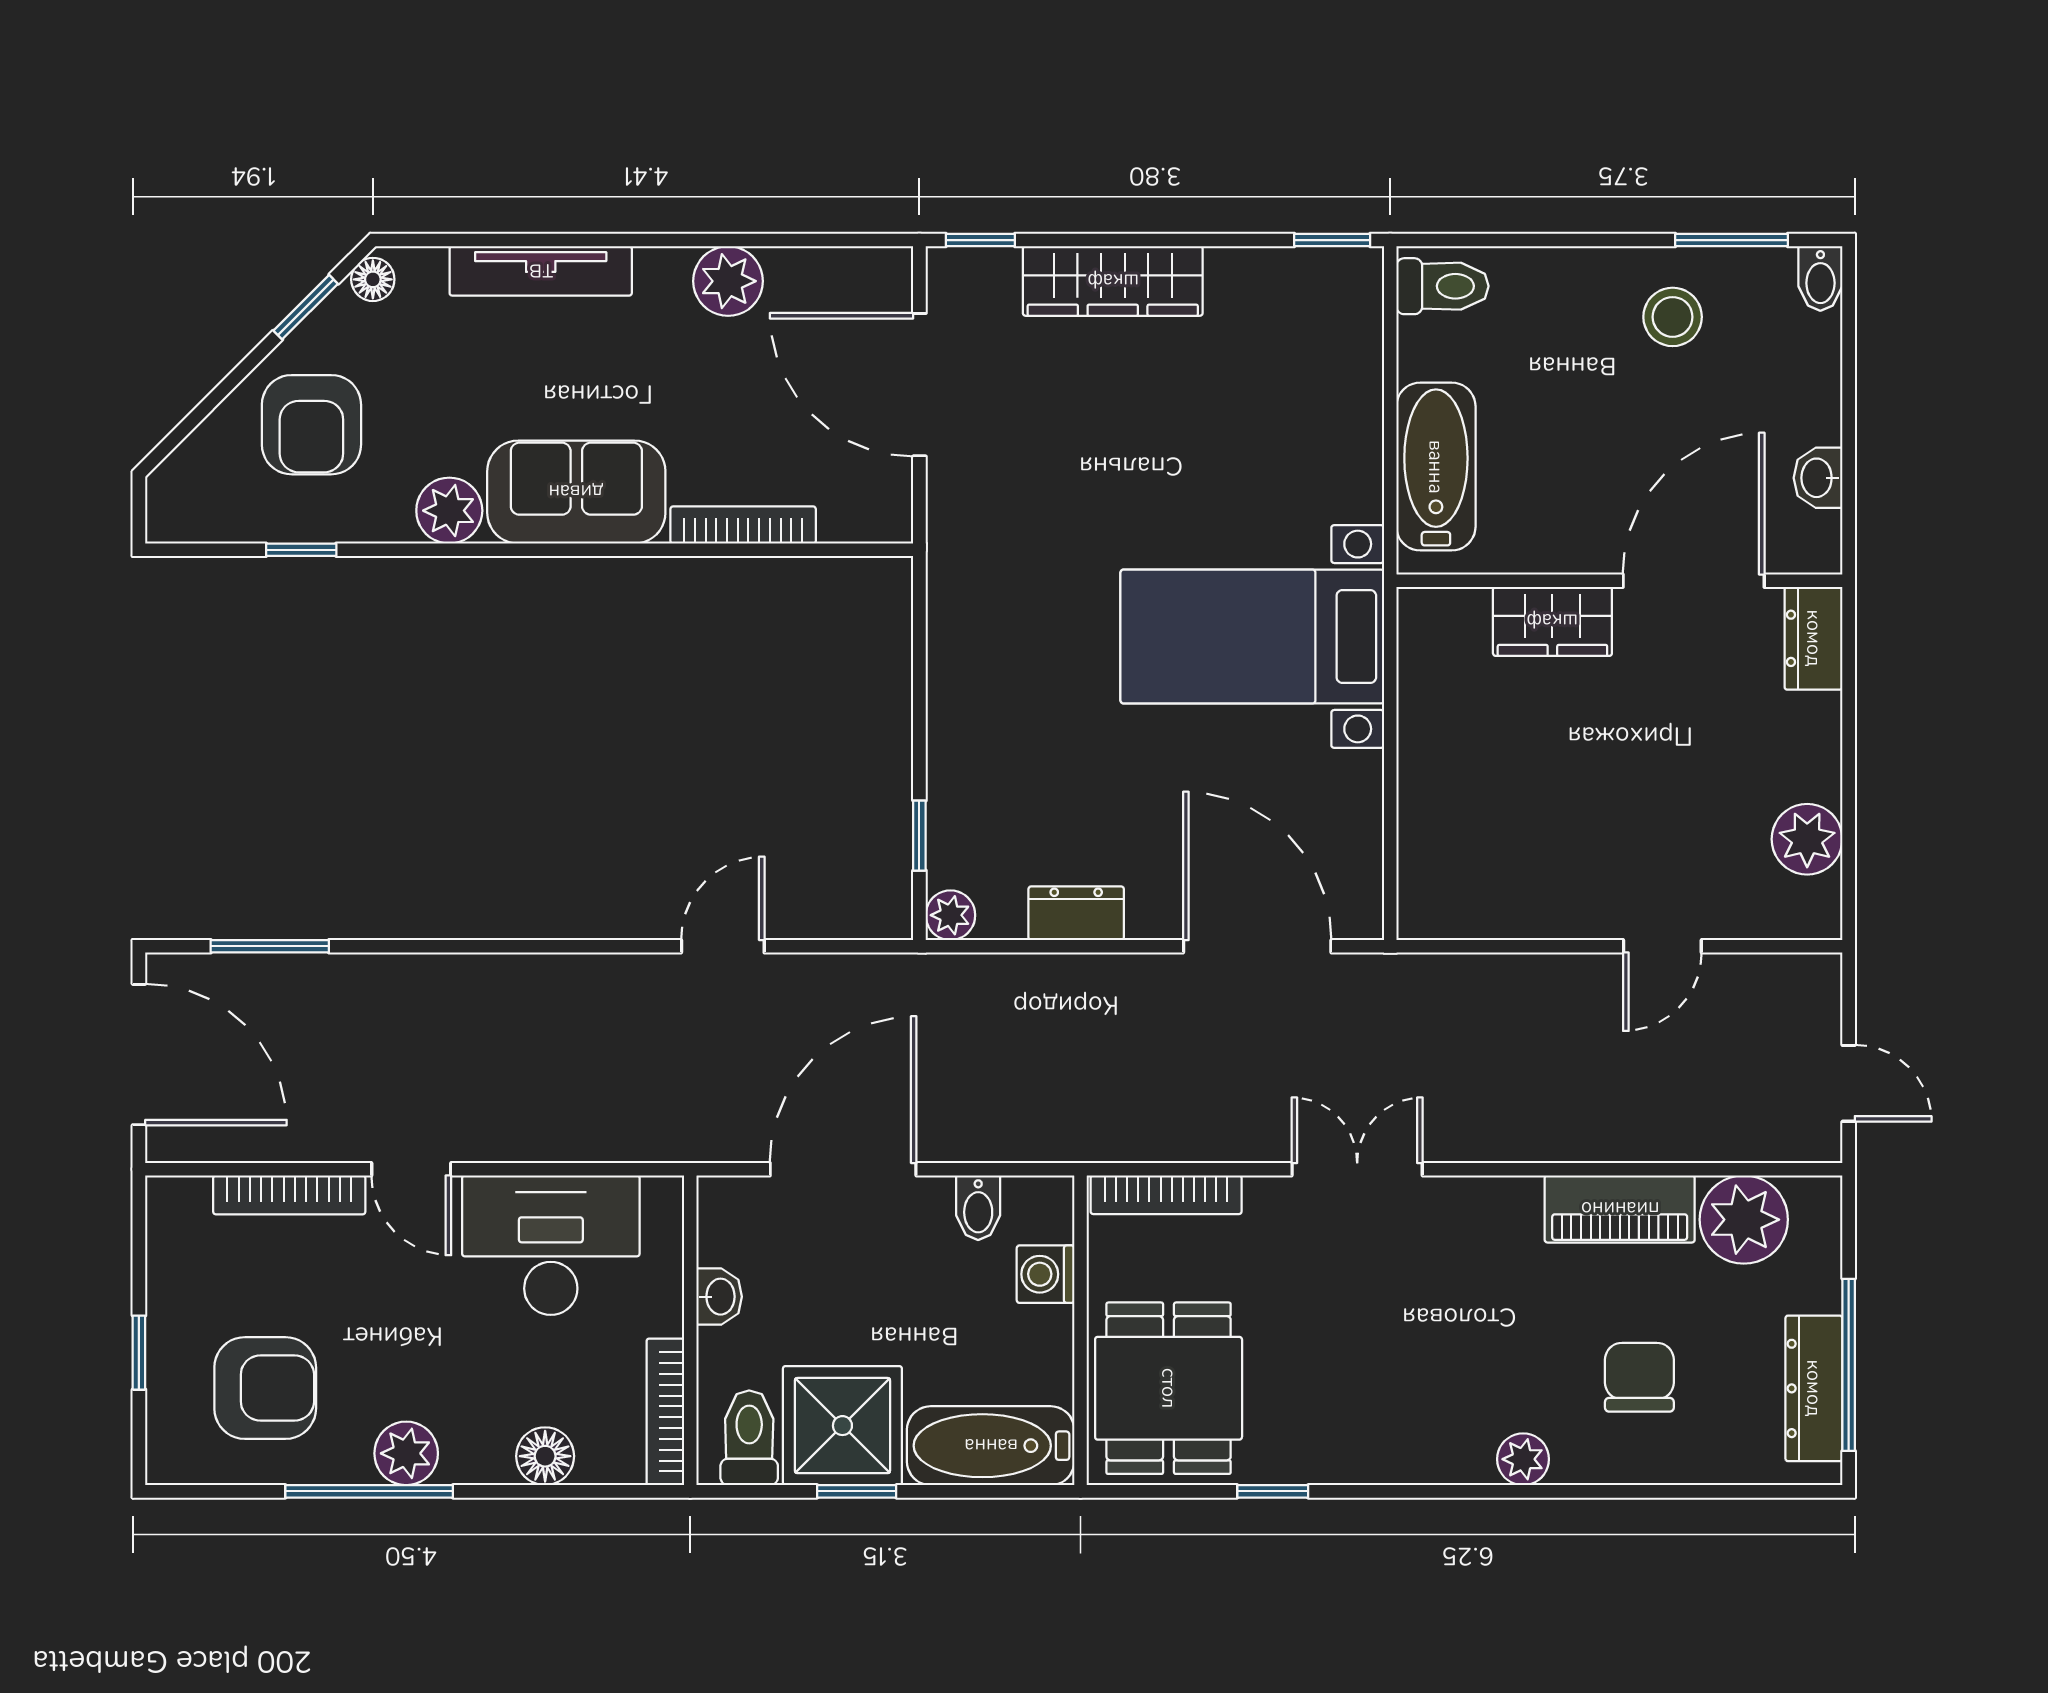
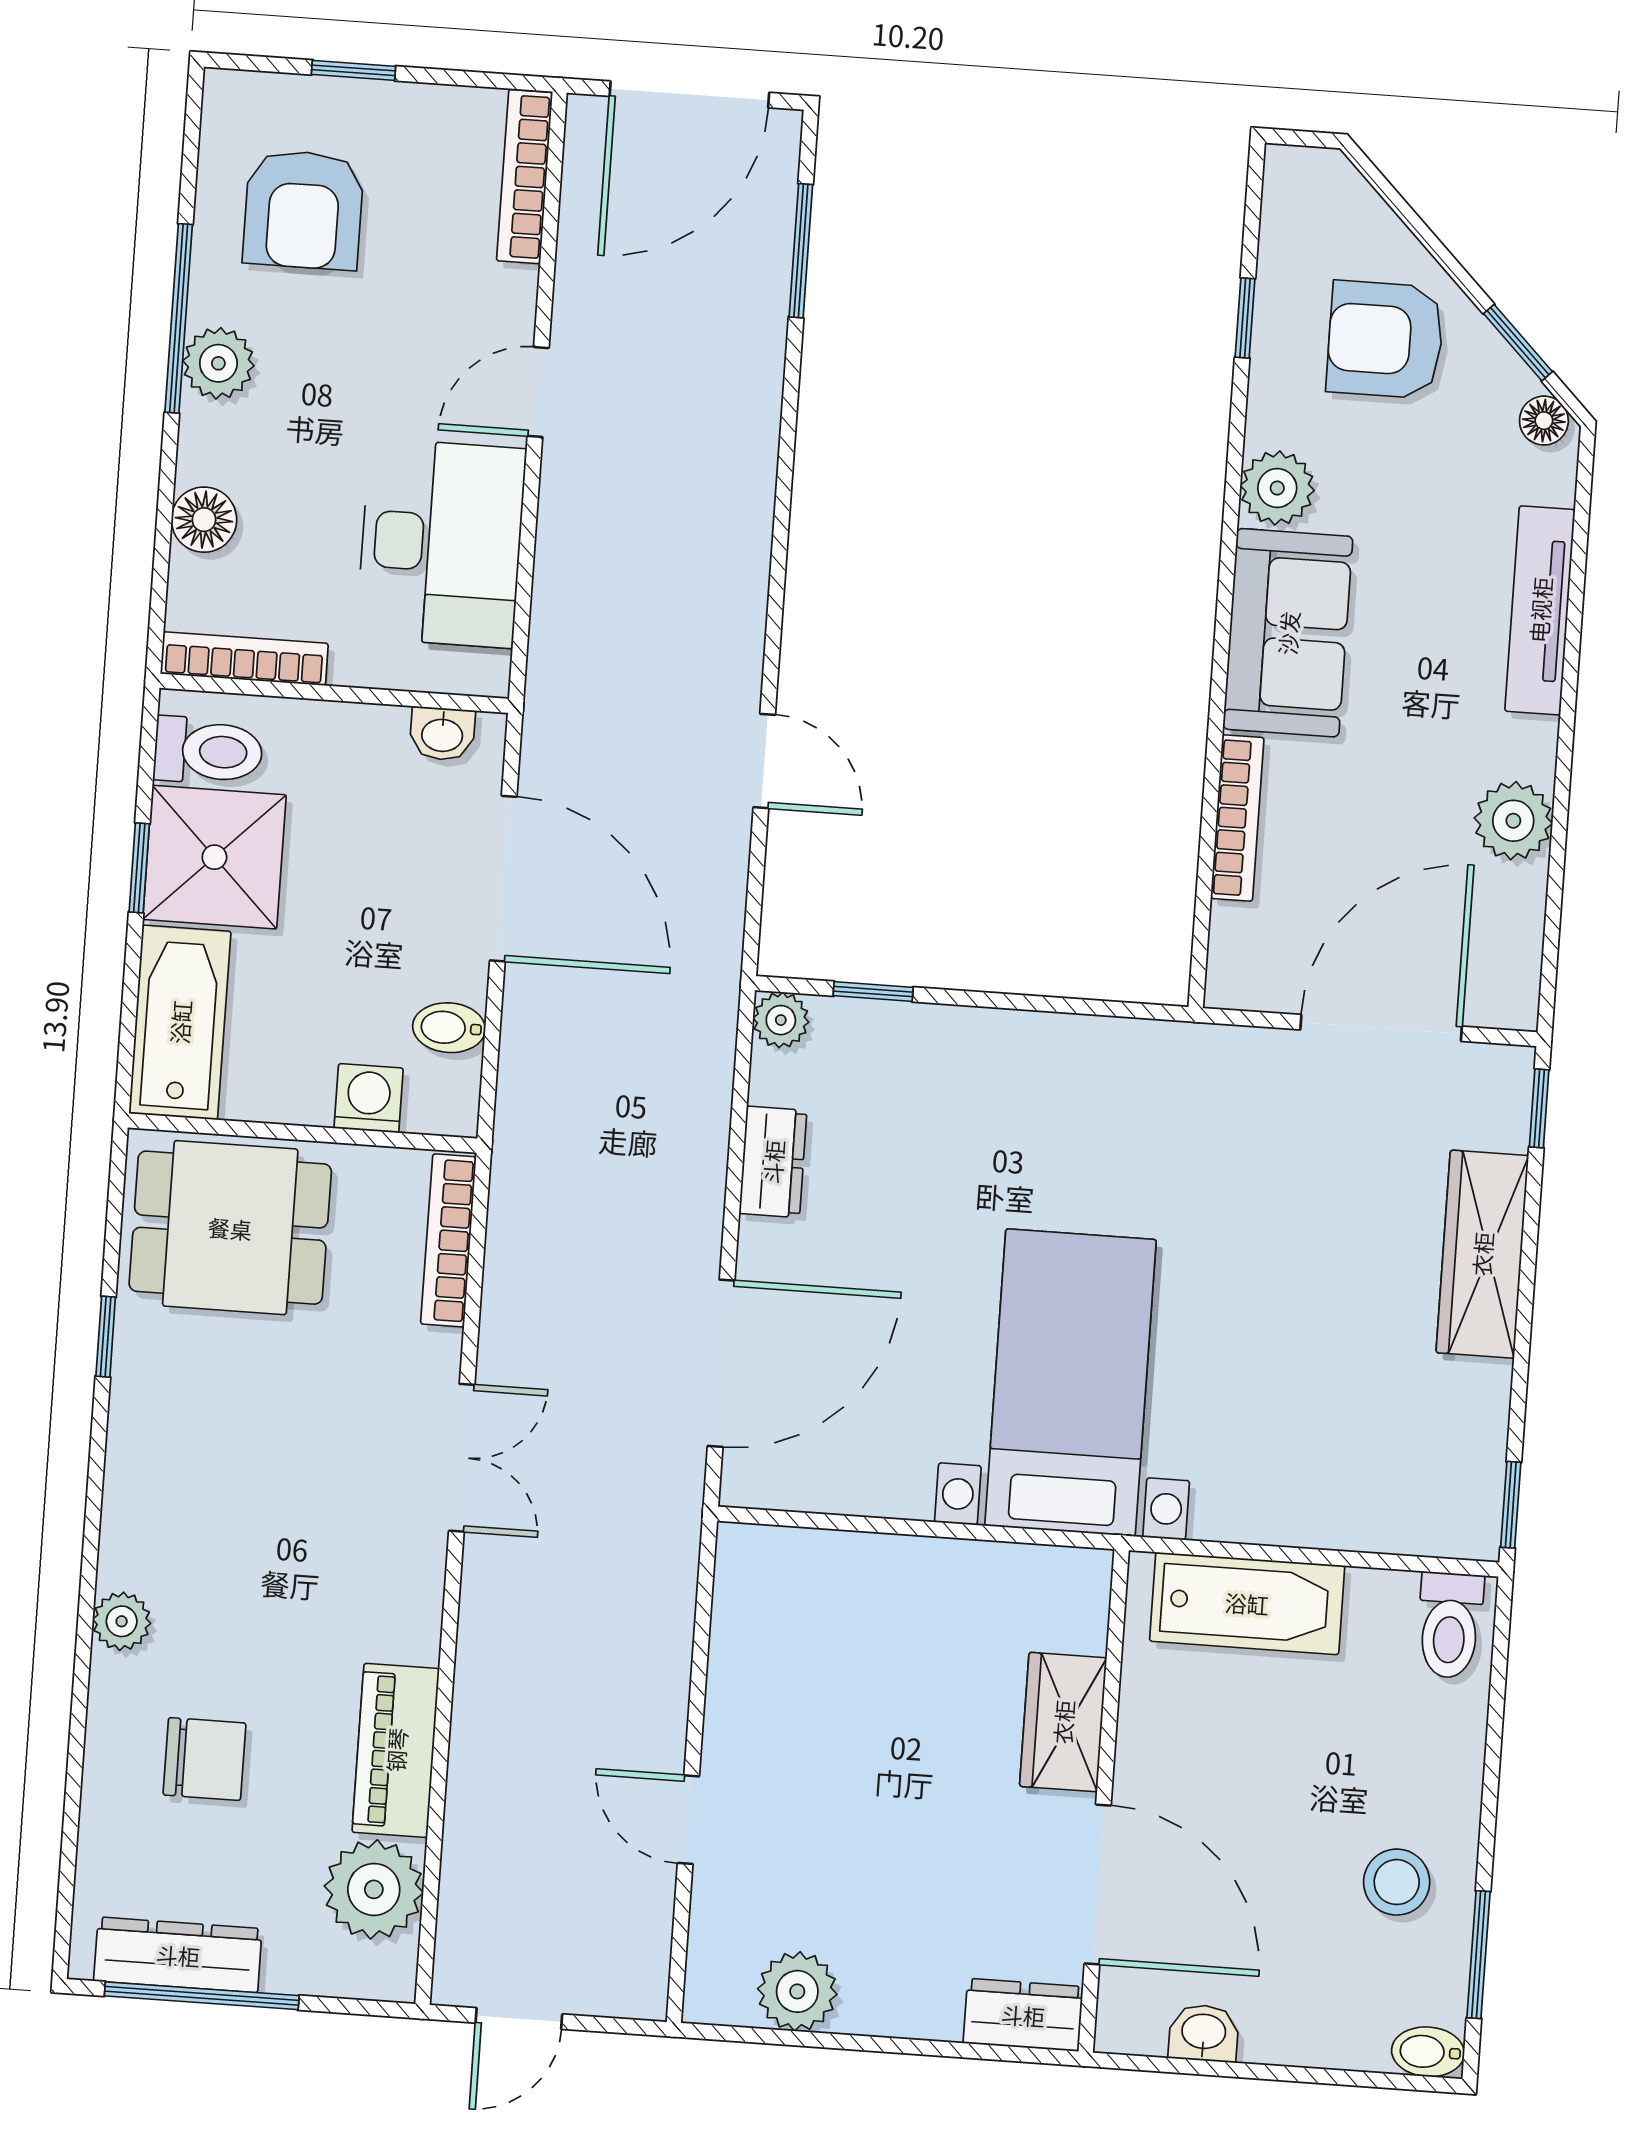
bookcase: (289, 1195) -> (525, 177), moved
washbasin: (719, 1297) -> (442, 734), moved

